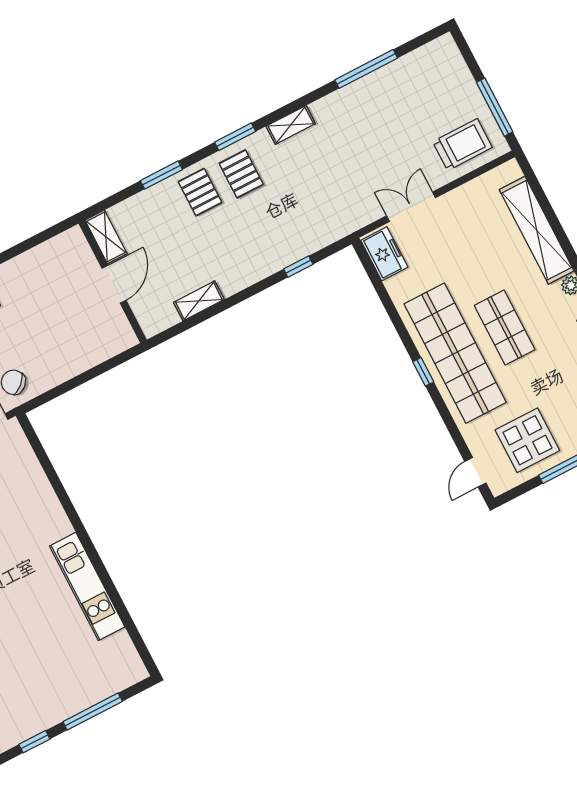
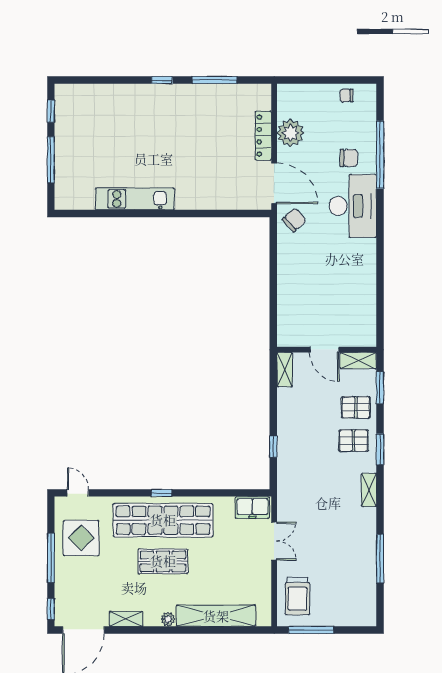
shelving: (106, 237) -> (358, 361), moved
wall: (113, 282) -> (327, 350), moved
door: (114, 284) -> (324, 350), moved

